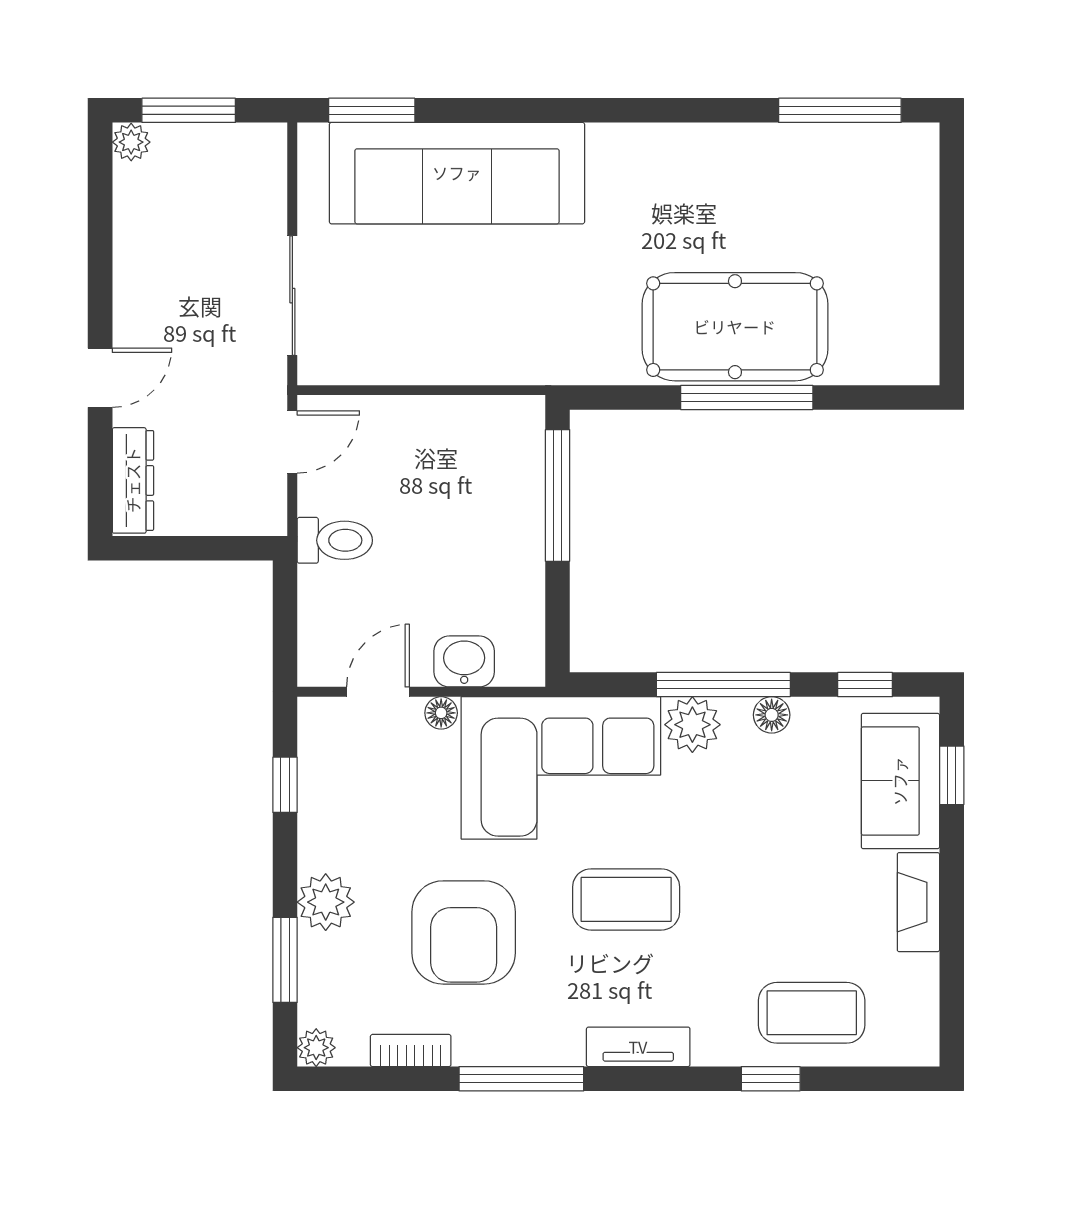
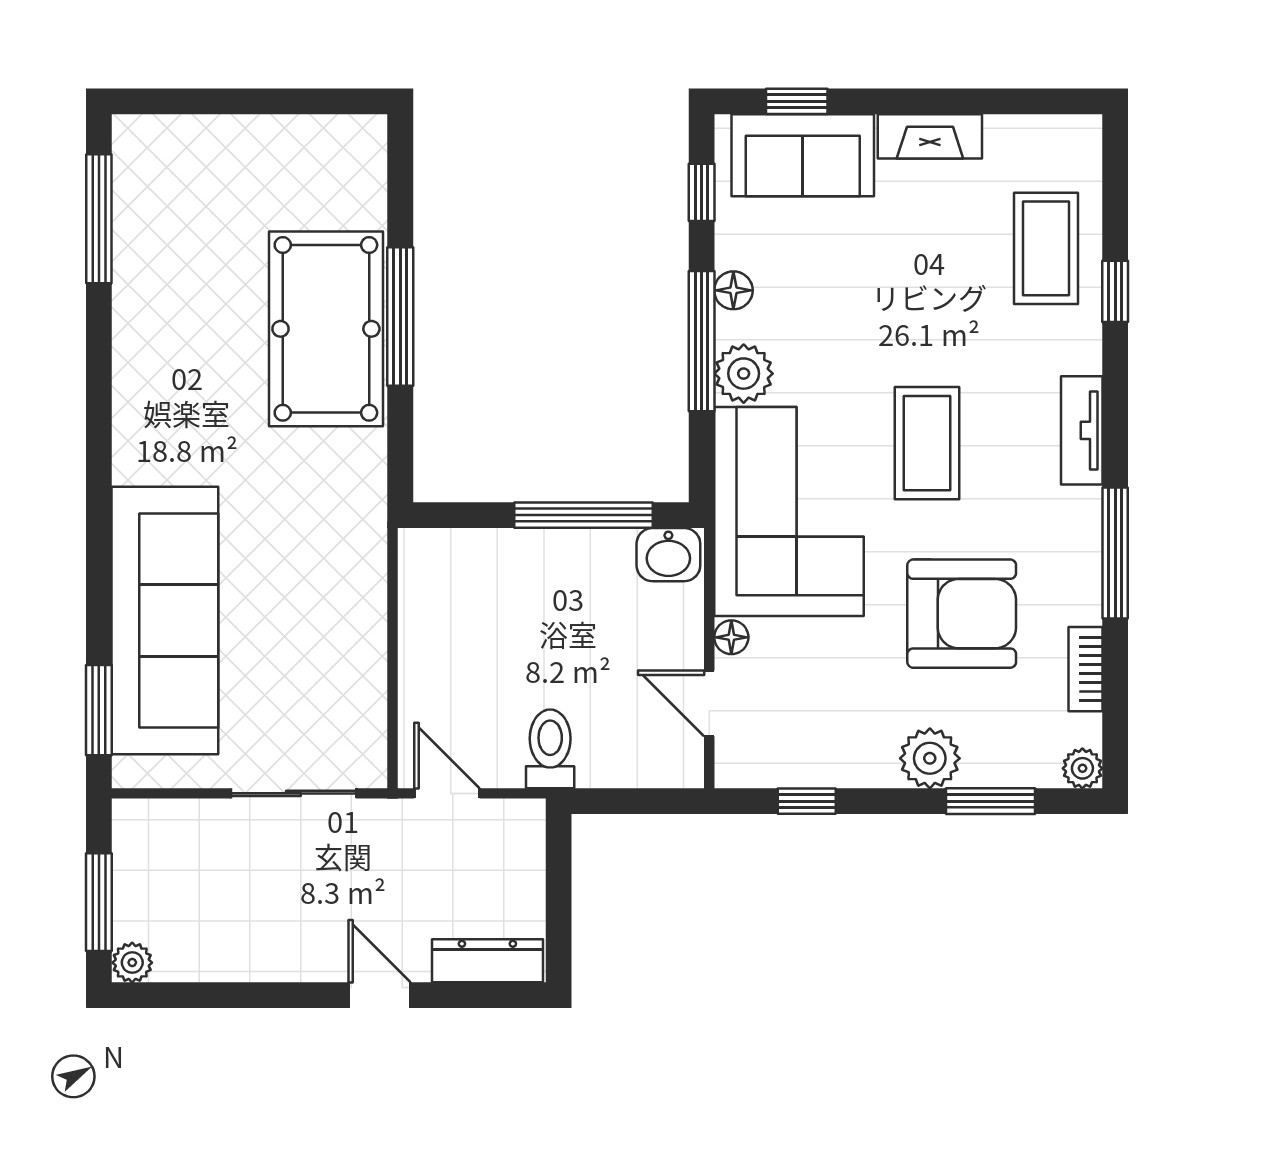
window: (558, 495) -> (583, 515), moved
washbasin: (464, 661) -> (668, 555), moved, turned -90

